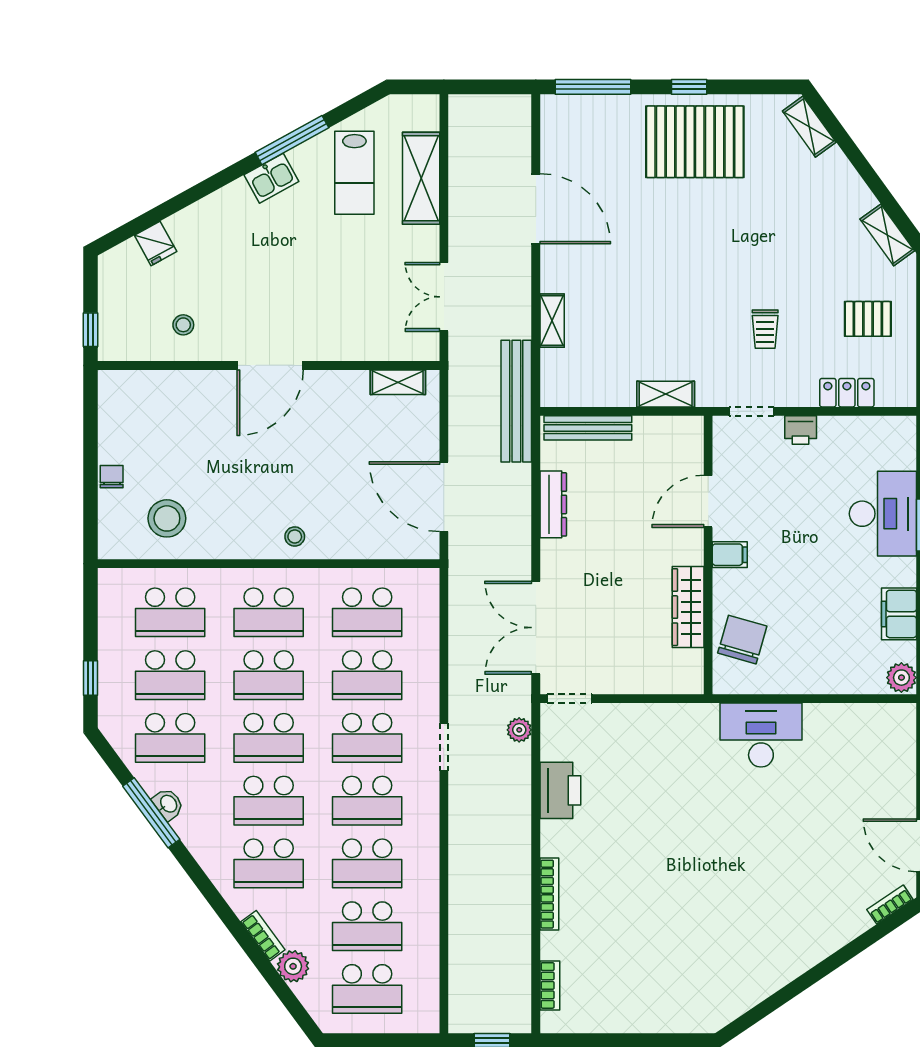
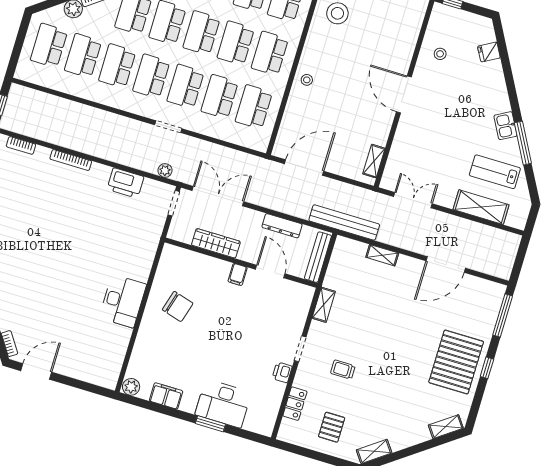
door: (708, 501) -> (270, 271), moved
wall: (708, 555) -> (241, 263), moved
filing cabinet: (730, 555) -> (238, 274), moved
wardrobe: (688, 607) -> (216, 243), moved

